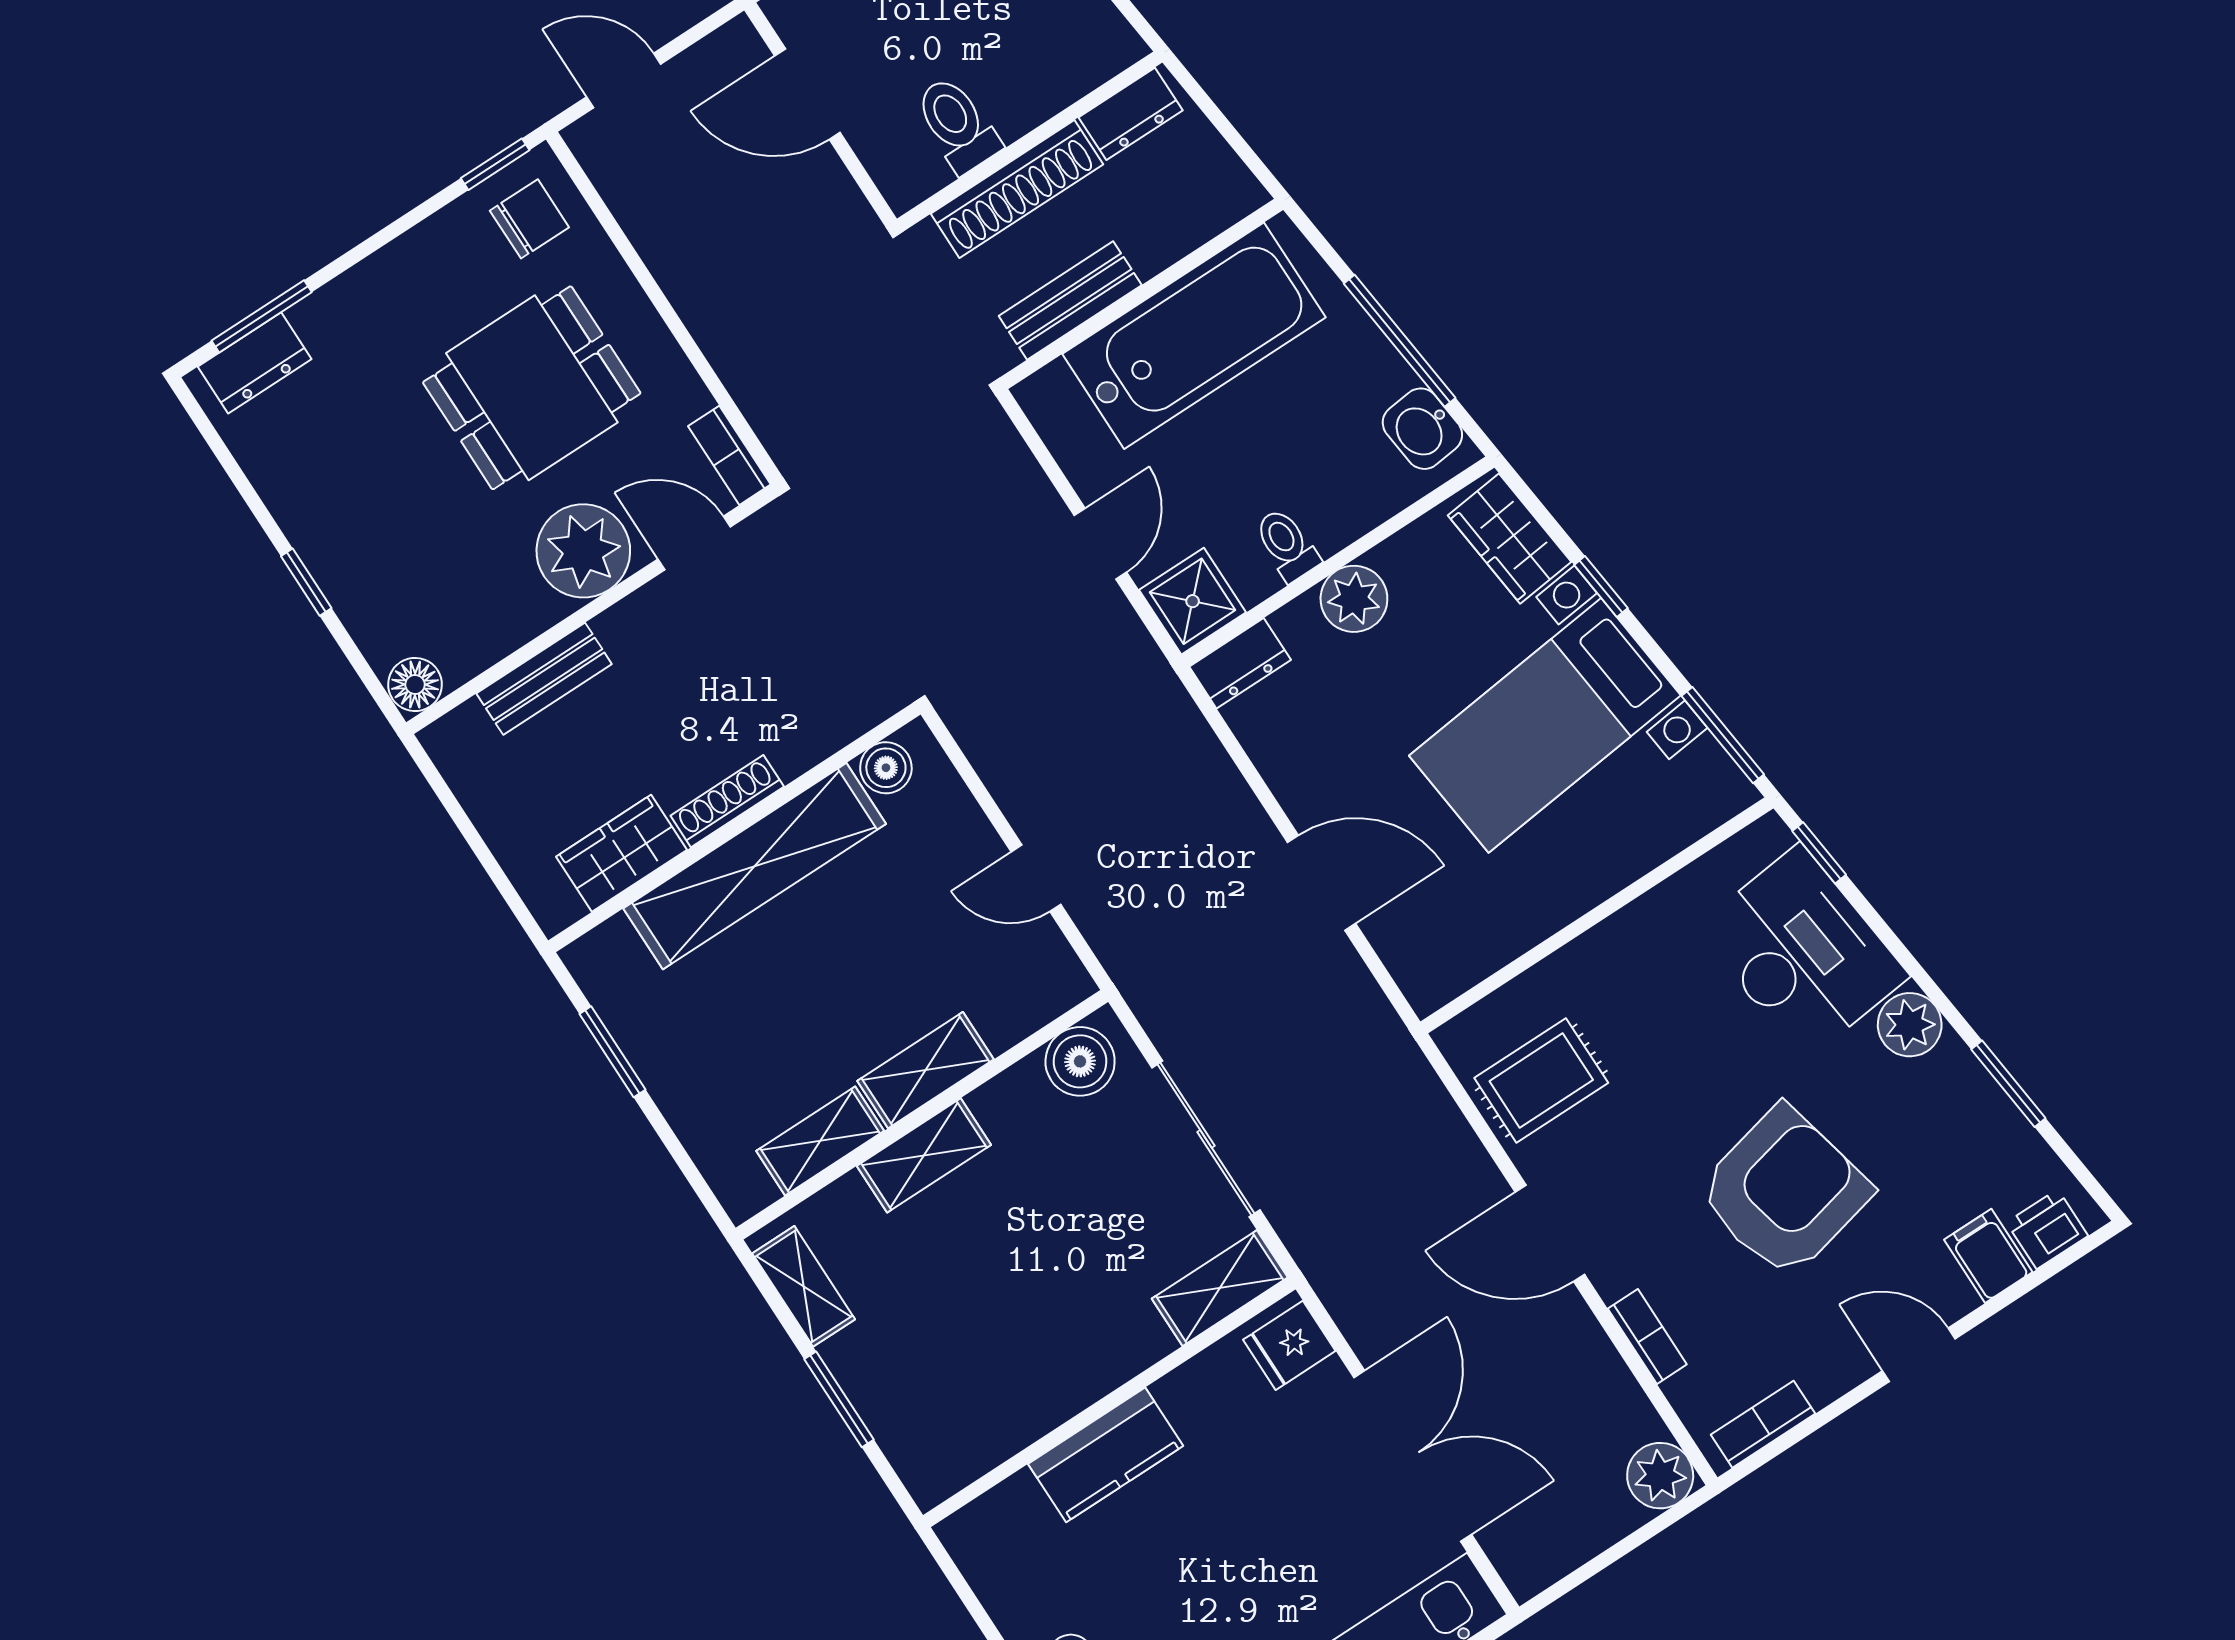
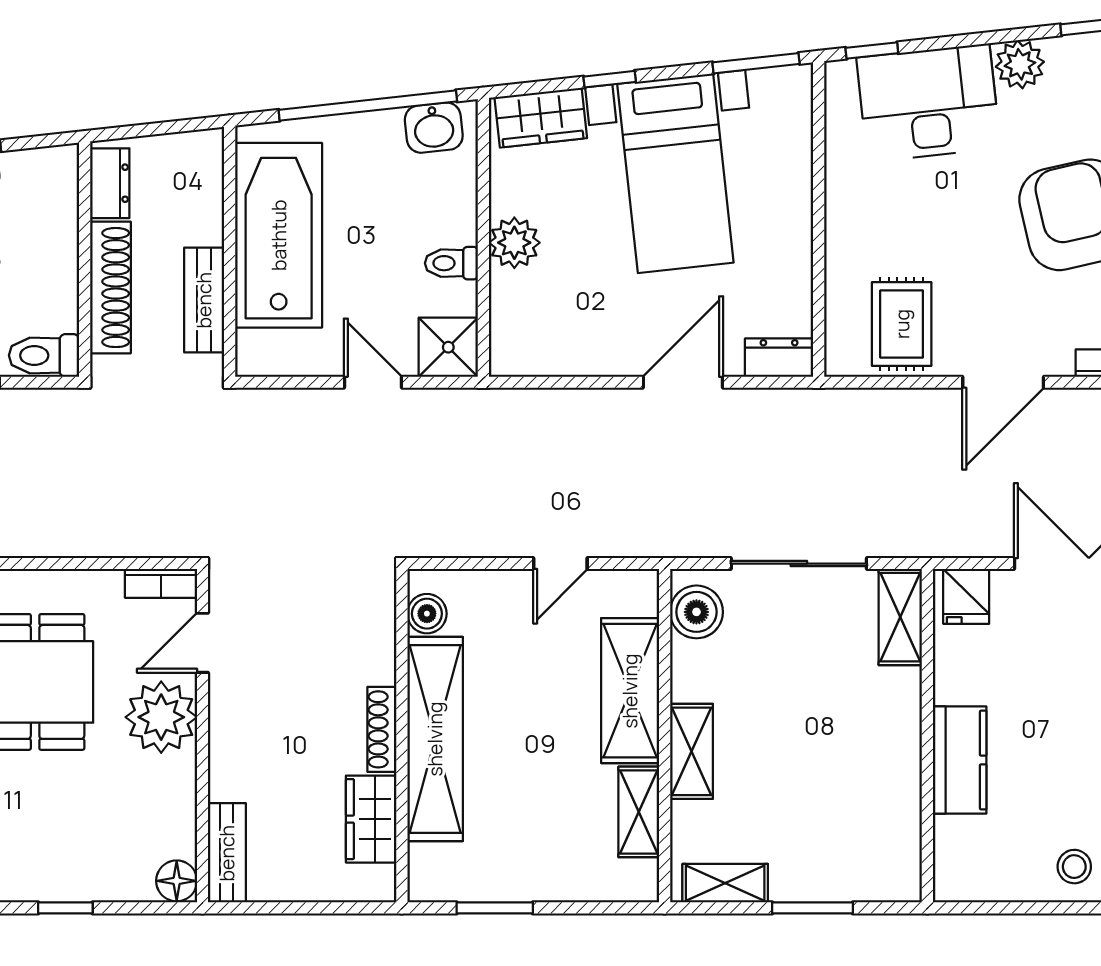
toilet: (957, 124) -> (44, 355), moved
window: (1400, 341) -> (368, 106), width x1.46
dresser: (1240, 663) -> (779, 358), moved, turned -90
bench: (544, 679) -> (227, 853), moved
shelving: (925, 1070) -> (630, 691), width x1.50, depth x1.33

